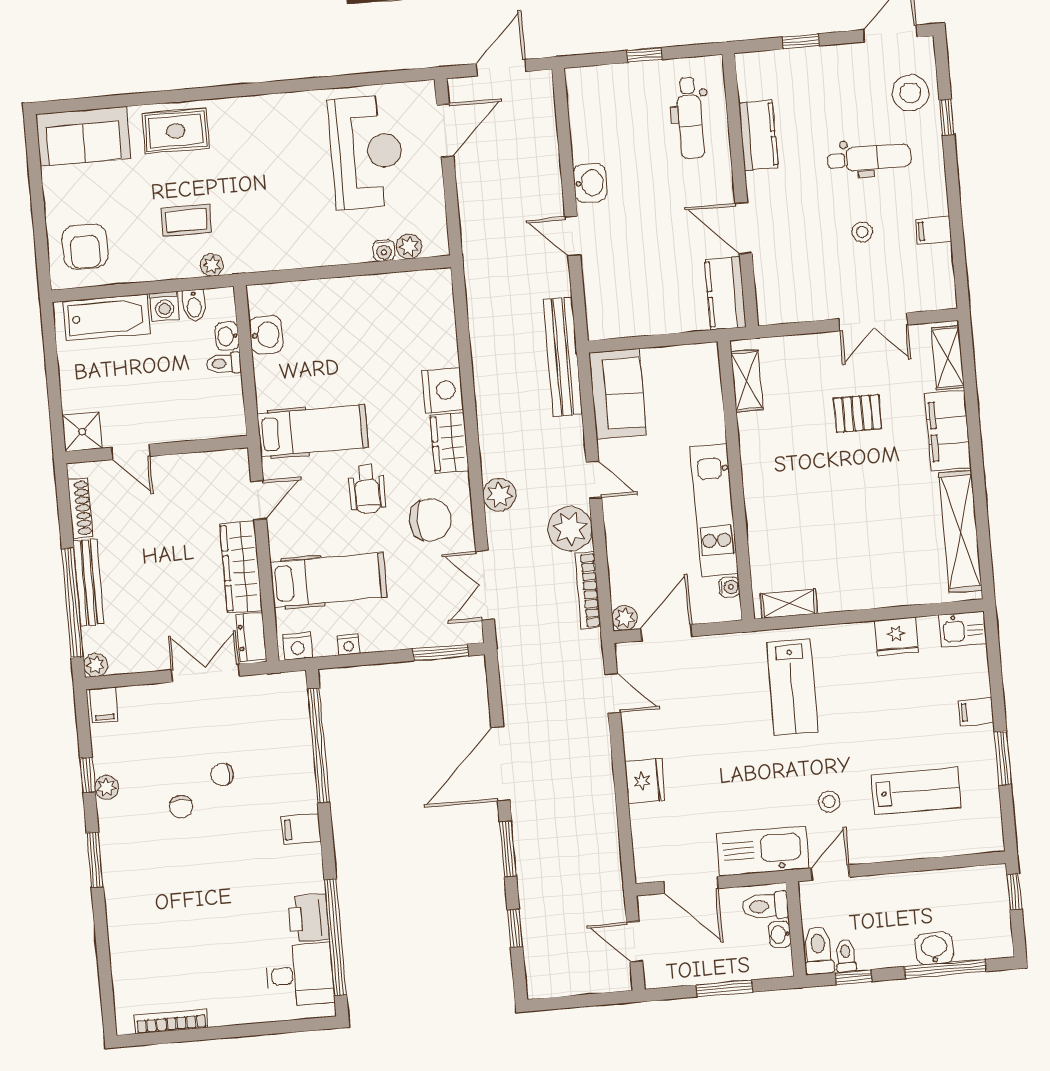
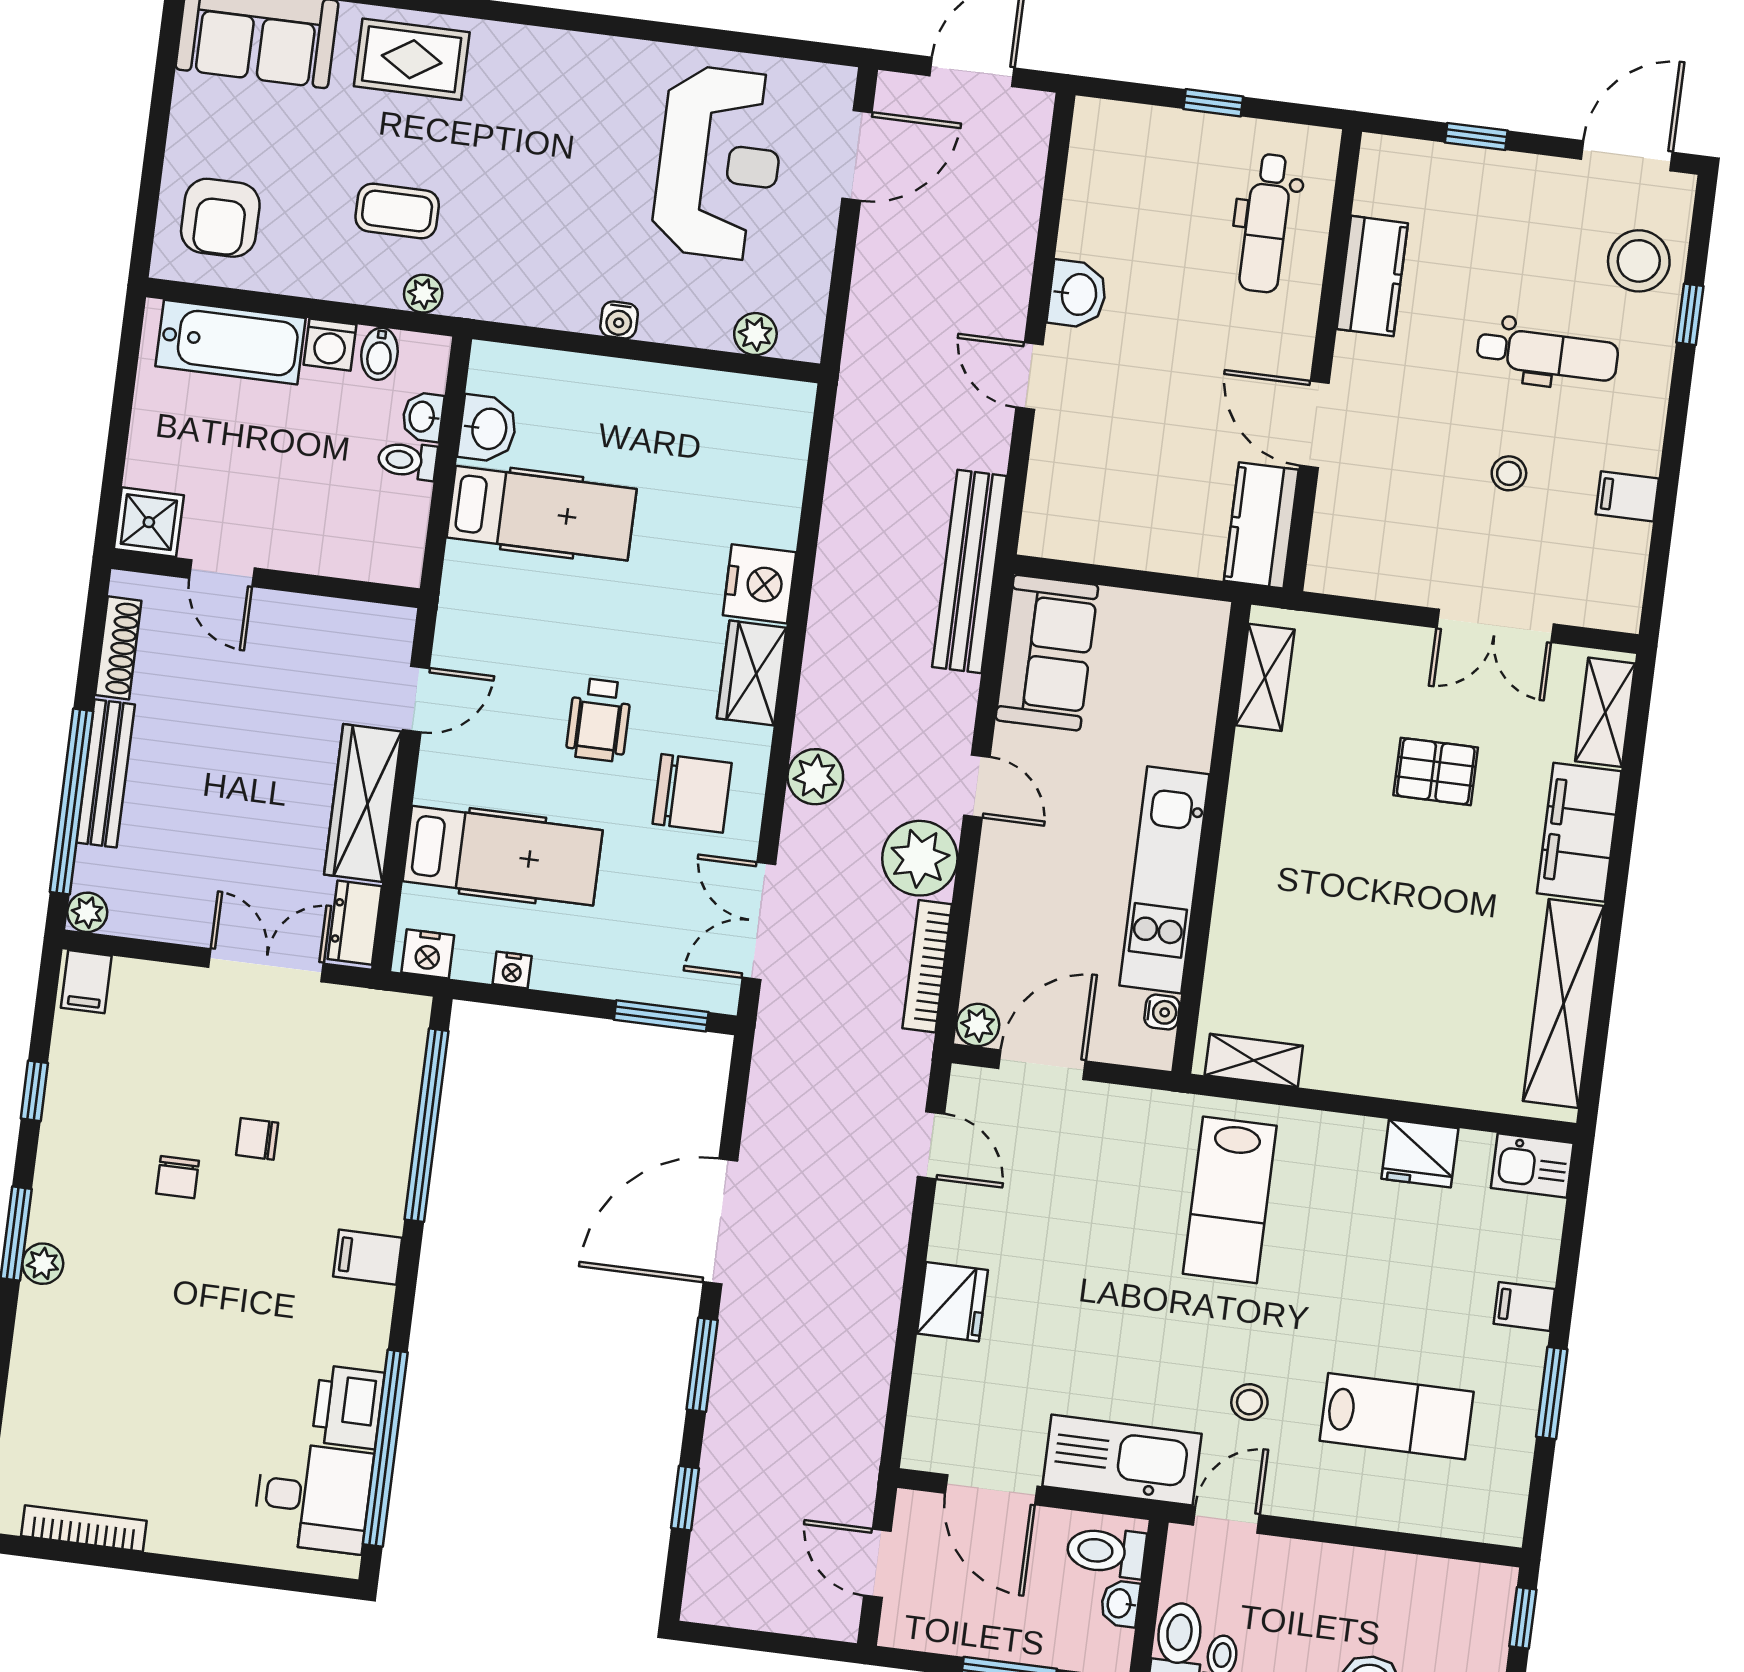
water cooler: (384, 251) -> (619, 320), moved
hospital bed: (313, 431) -> (542, 513), moved
plant: (107, 787) -> (43, 1264), moved

